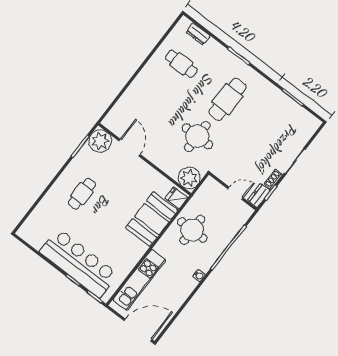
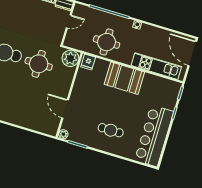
plant: (100, 141) -> (63, 134), width x0.53, depth x0.53
door: (130, 148) -> (65, 109), hinge flipped
door: (235, 193) -> (69, 21), swing flipped
booth: (152, 219) -> (124, 78), moved
bar counter: (79, 263) -> (154, 136), moved

